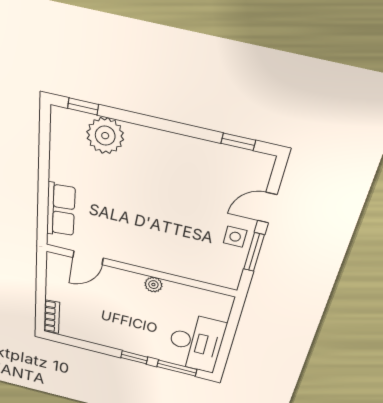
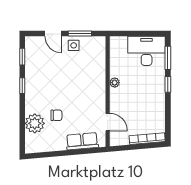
window: (83, 106) -> (22, 86), moved
chair: (114, 178) -> (56, 115), added
bookcase: (52, 317) -> (147, 139), width x1.56

